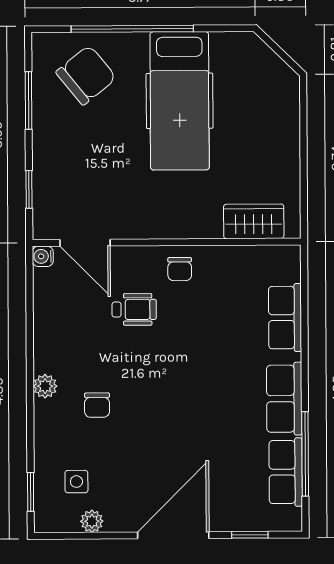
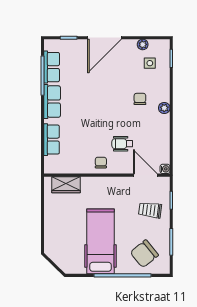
trolley: (74, 168) -> (150, 210), added

